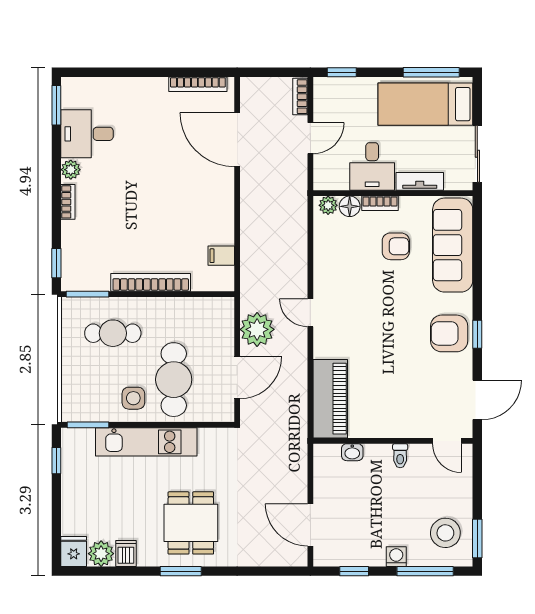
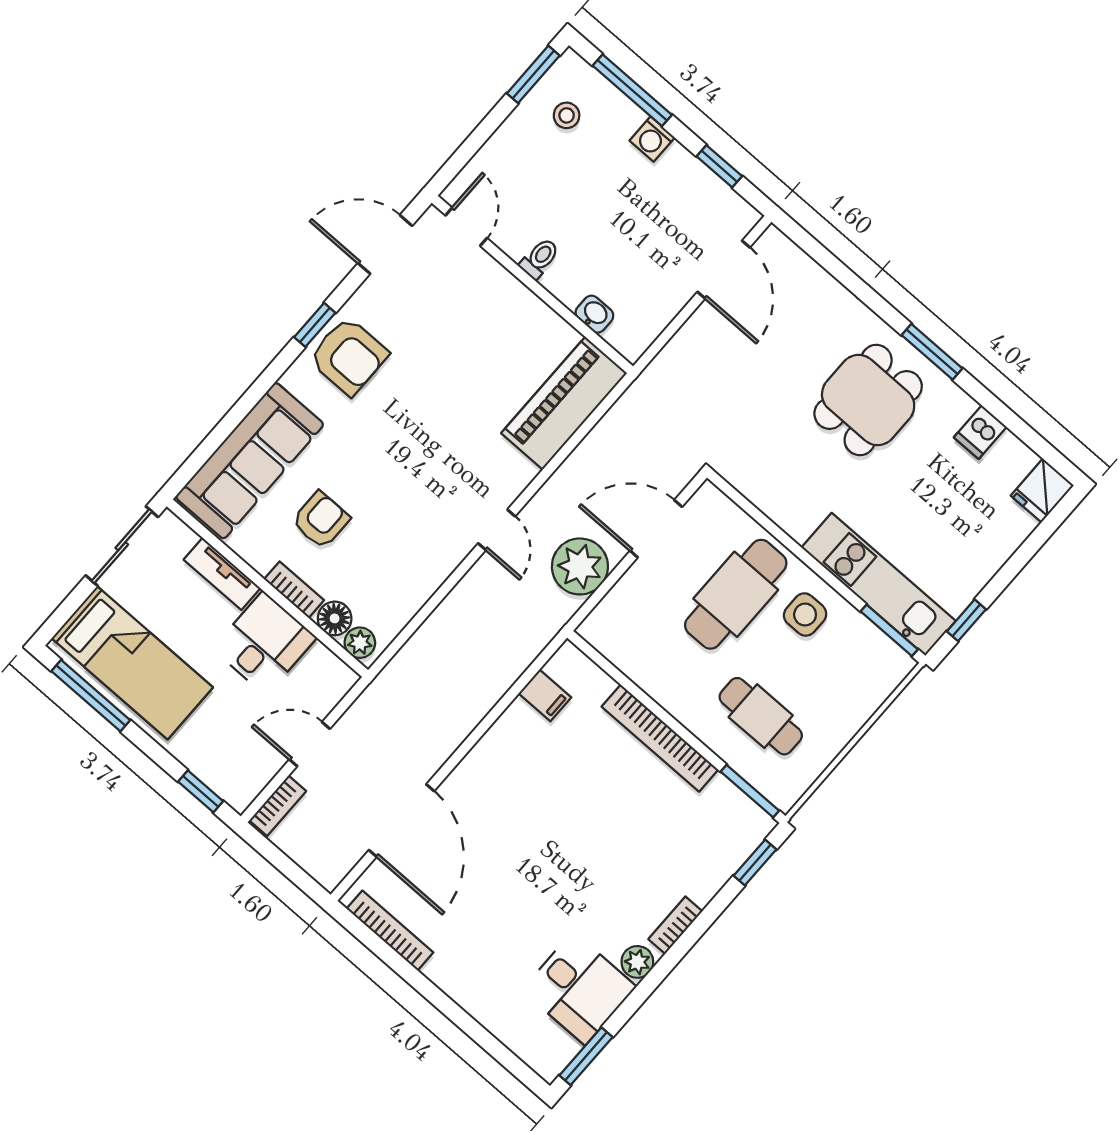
armchair: (396, 246) -> (321, 520), turned 90
kitchen unit: (146, 442) -> (879, 584), moved
stool: (445, 533) -> (567, 115), width x0.53, depth x0.53
plant: (101, 554) -> (1011, 458), removed

